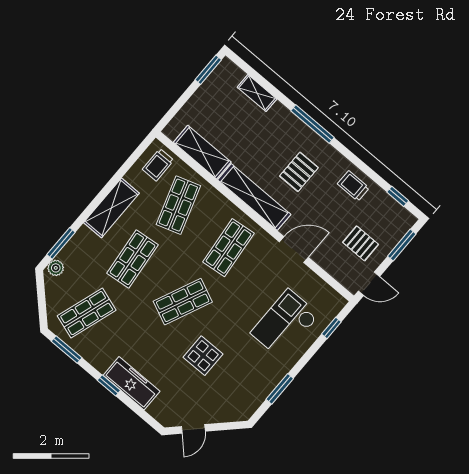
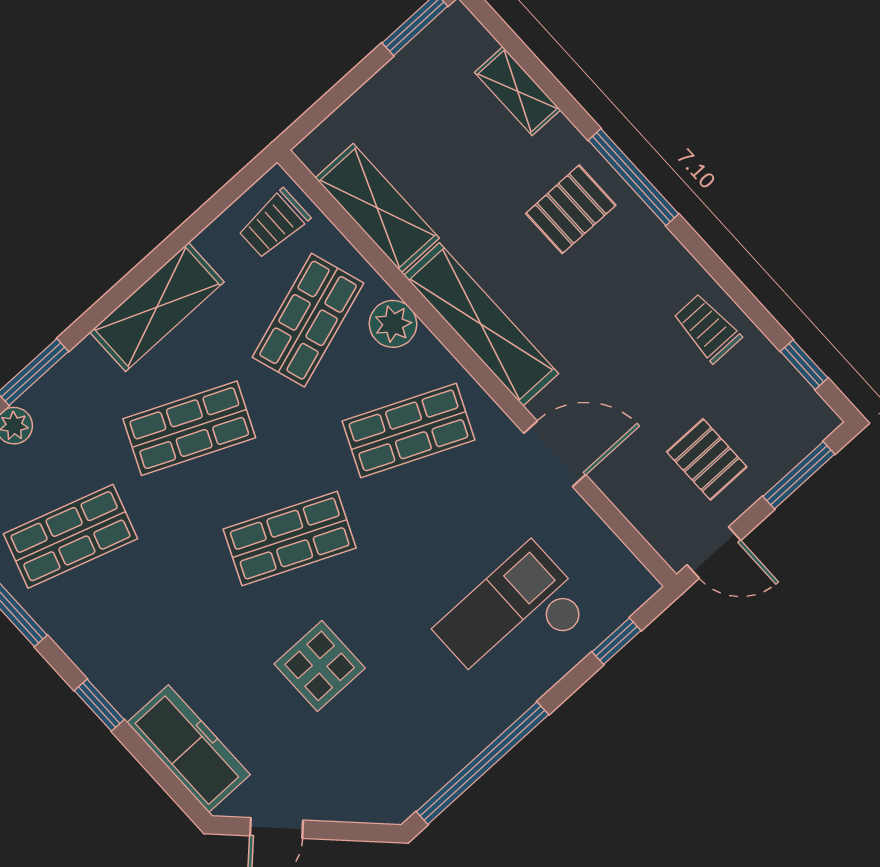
pallet: (299, 172) -> (571, 209), moved
plant: (216, 202) -> (393, 324), added
shop shelf: (228, 248) -> (408, 430), turned 30
shop shelf: (133, 259) -> (189, 428), turned 30
freezer: (132, 383) -> (189, 749), moved
window: (280, 389) -> (482, 763), width x2.11

